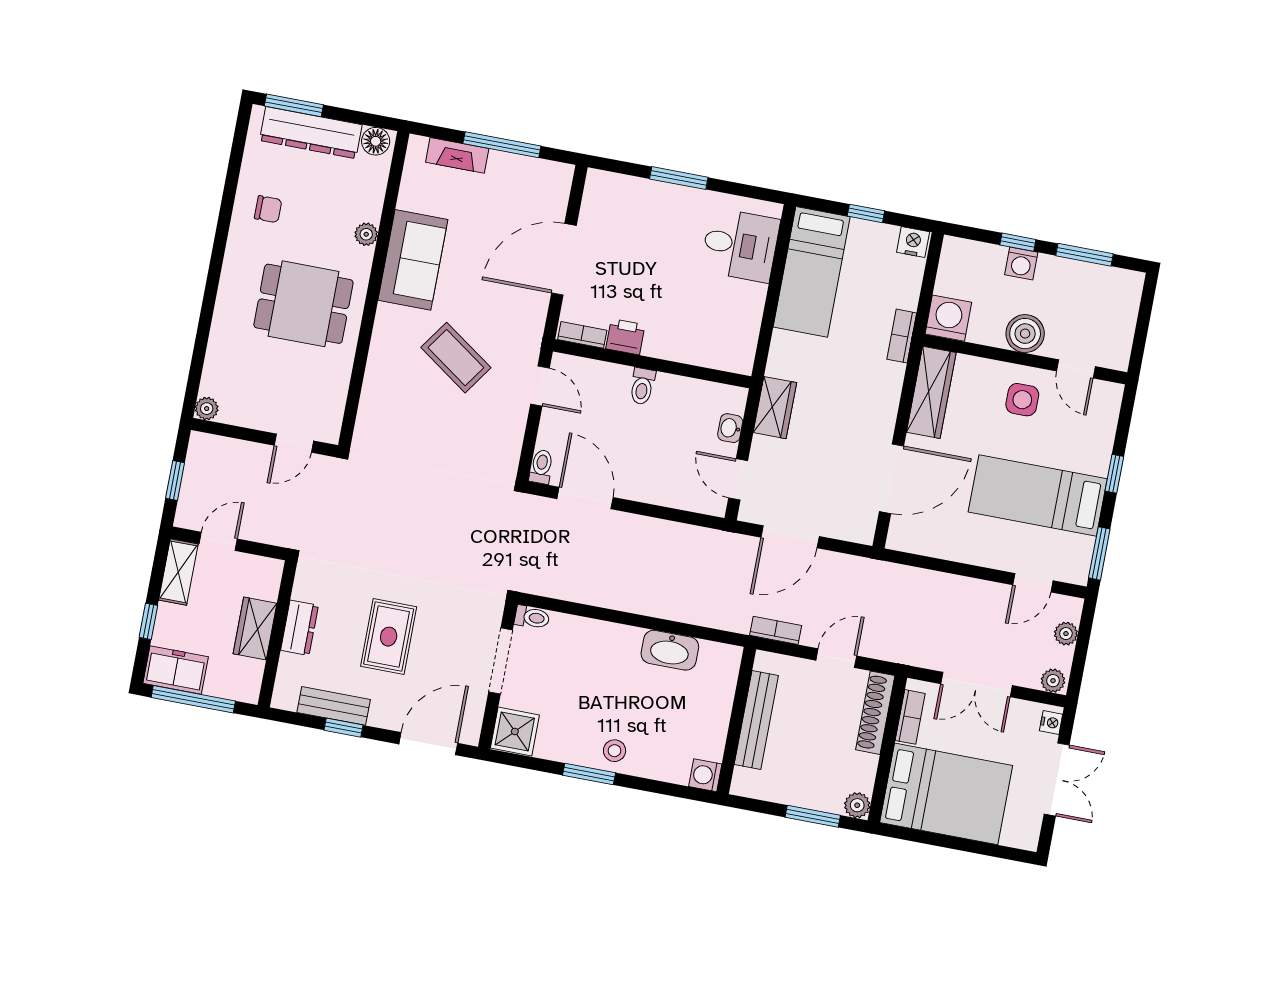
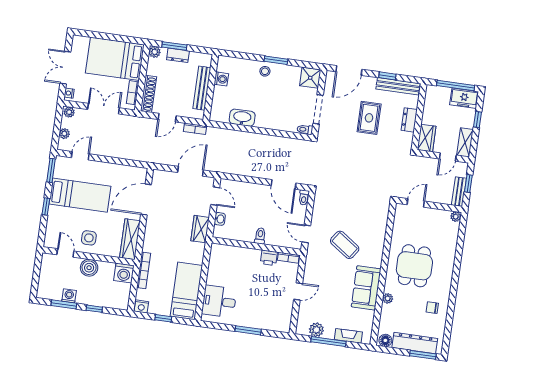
plant: (527, 172) -> (316, 330), added
door: (564, 259) -> (298, 291), width x0.53
washing machine: (1021, 264) -> (69, 296), moved
dining table: (303, 304) -> (414, 266), turned 90
bookcase: (902, 336) -> (144, 270), width x1.56
bench: (197, 464) -> (459, 192), added
wardrobe: (255, 628) -> (427, 138), moved
bench: (334, 706) -> (398, 86), width x1.36
washing machine: (705, 775) -> (221, 79), moved
dresser: (806, 795) -> (178, 55), added

